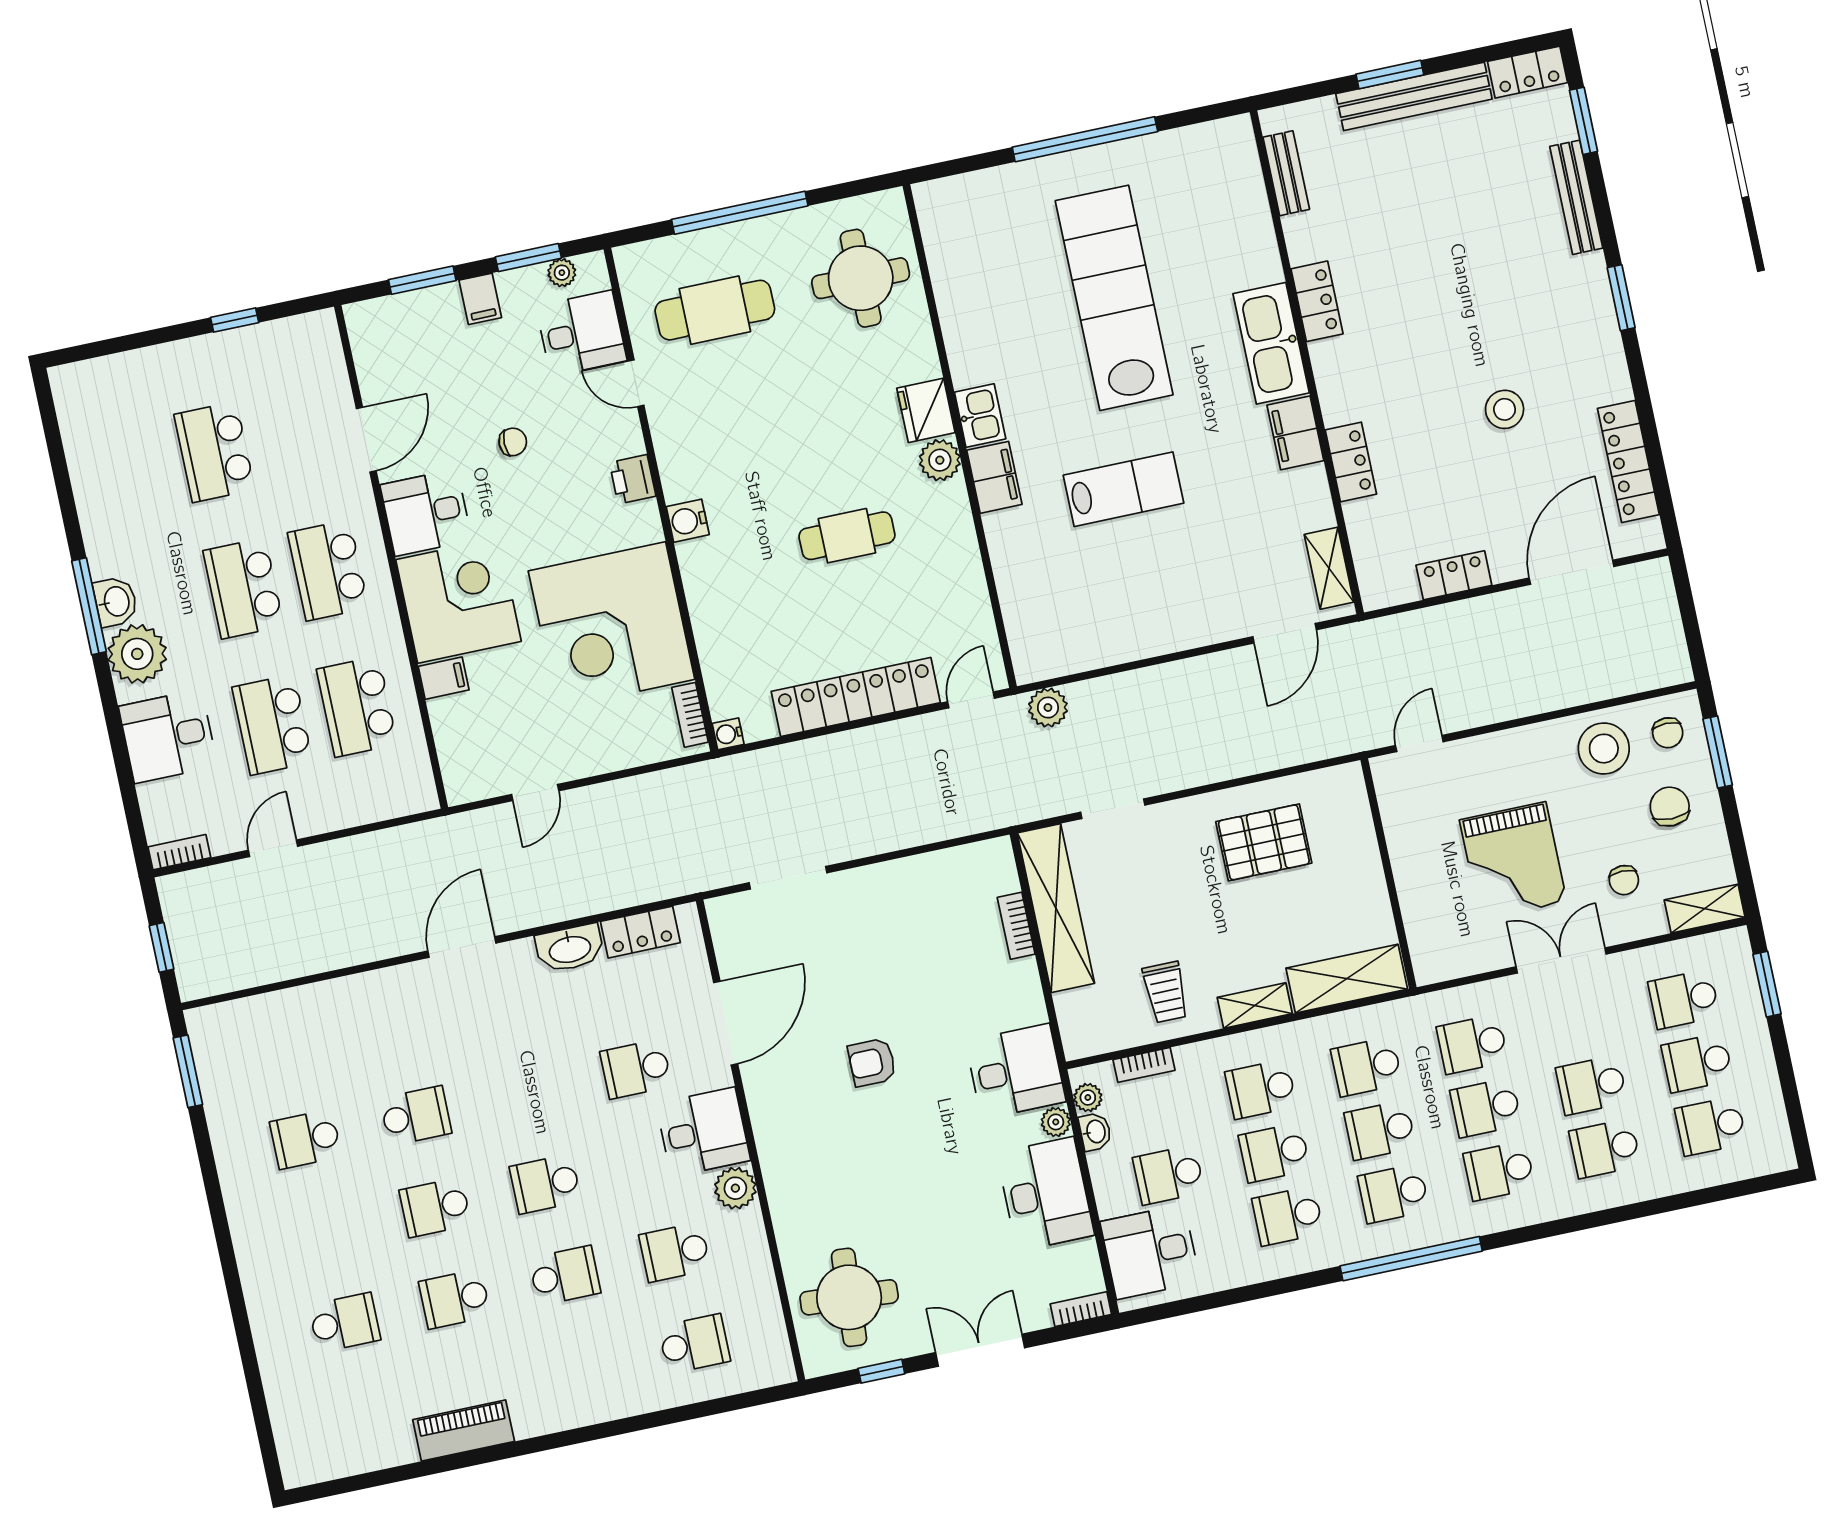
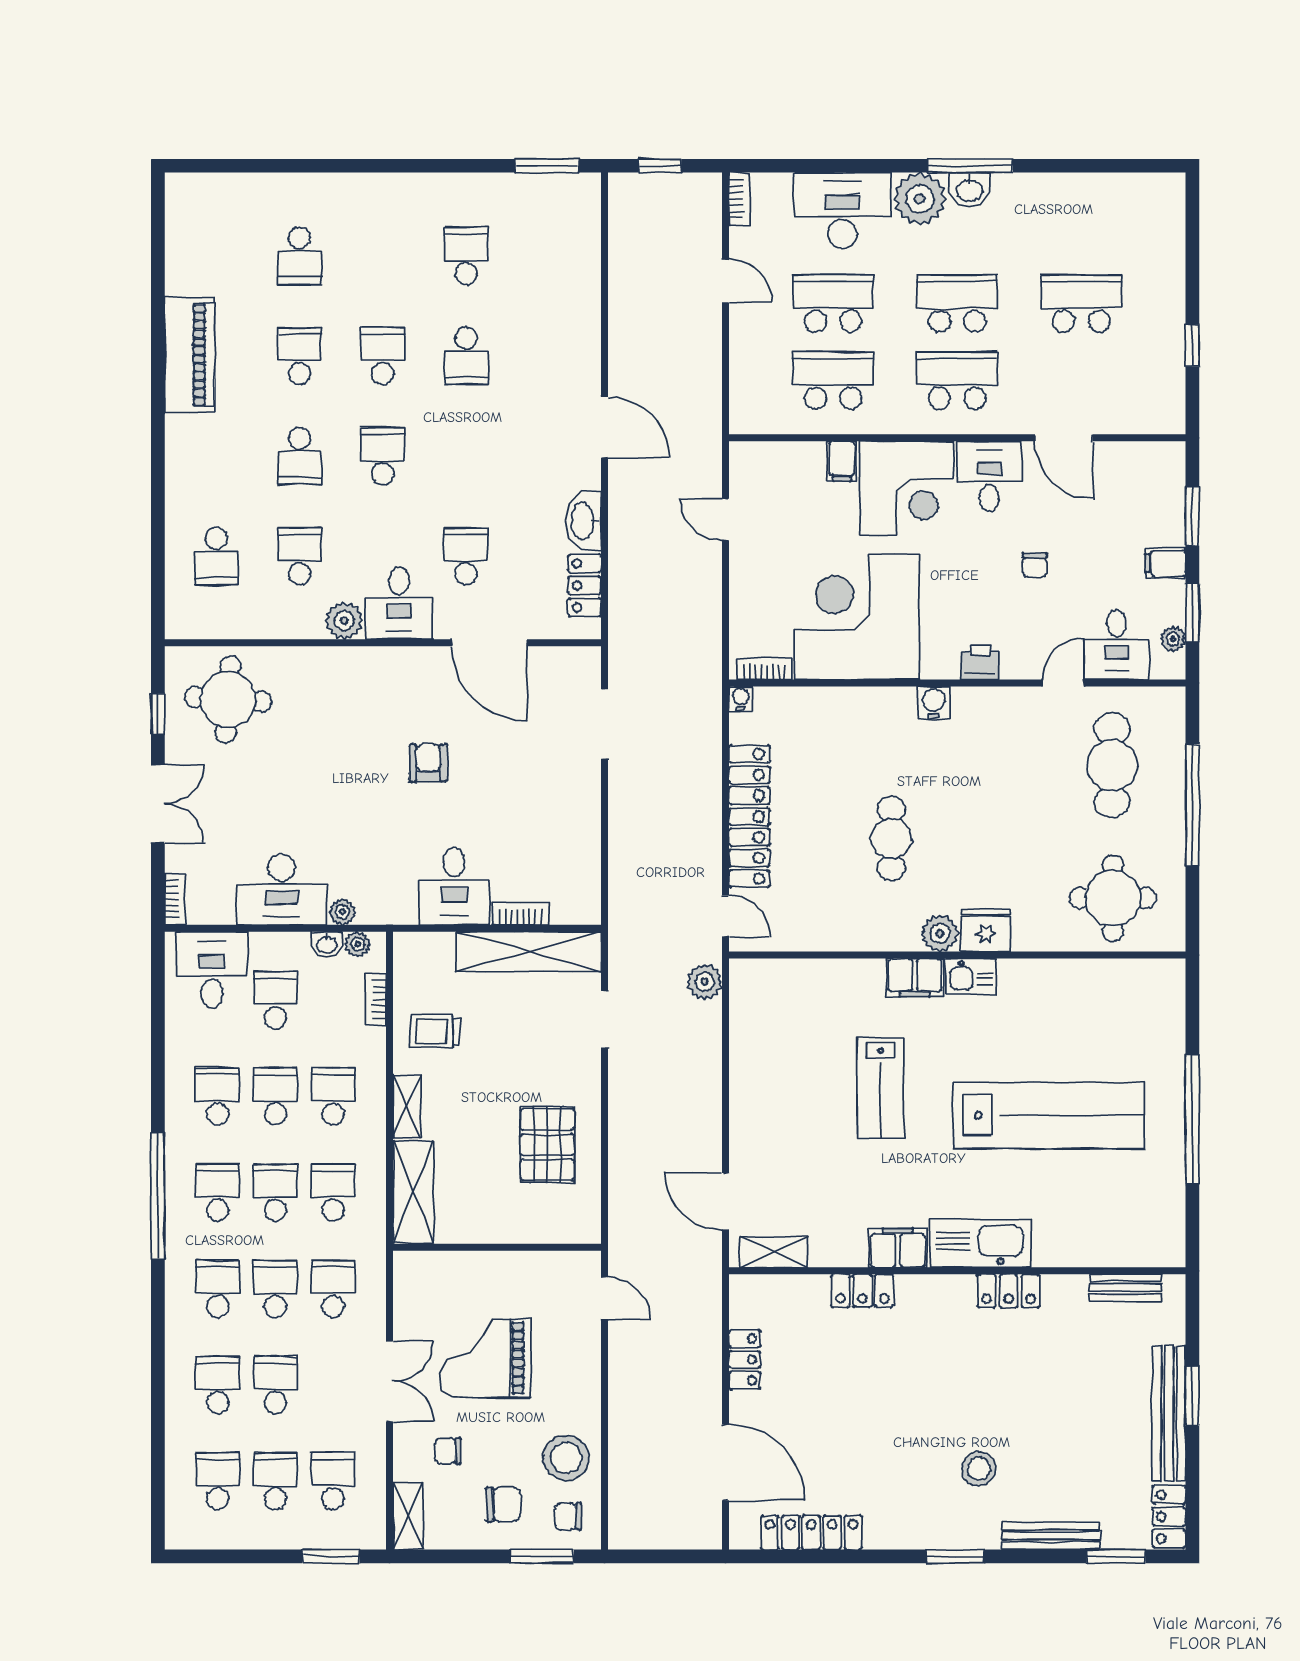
stool: (1505, 409) -> (979, 1469), moved
desk: (168, 736) -> (842, 210), width x1.37
desk: (1016, 1071) -> (454, 886), moved
piano: (464, 1430) -> (190, 355), width x1.37, depth x1.33

